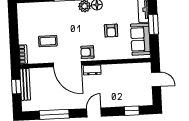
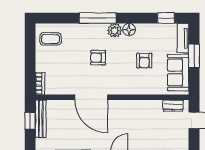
coffee table: (48, 41) -> (51, 39), moved
armchair: (87, 52) -> (98, 58), moved
dresser: (92, 70) -> (173, 106), moved

